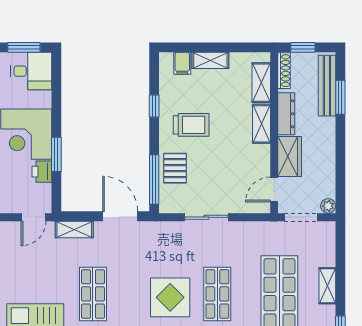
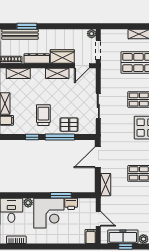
plant: (44, 99) -> (28, 203), added
shelving: (261, 124) -> (57, 73), moved
window: (154, 179) -> (60, 137), moved
door: (274, 189) -> (82, 66), hinge flipped
door: (33, 217) -> (98, 219), moved

